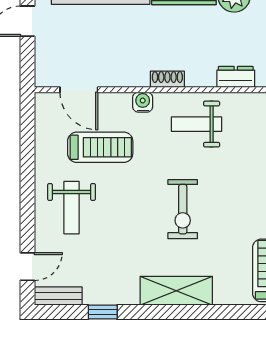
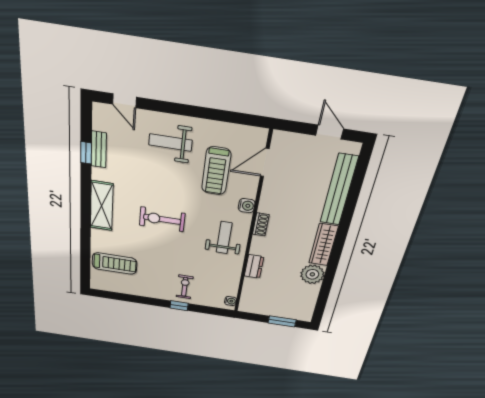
bench: (58, 296) -> (99, 149), moved

